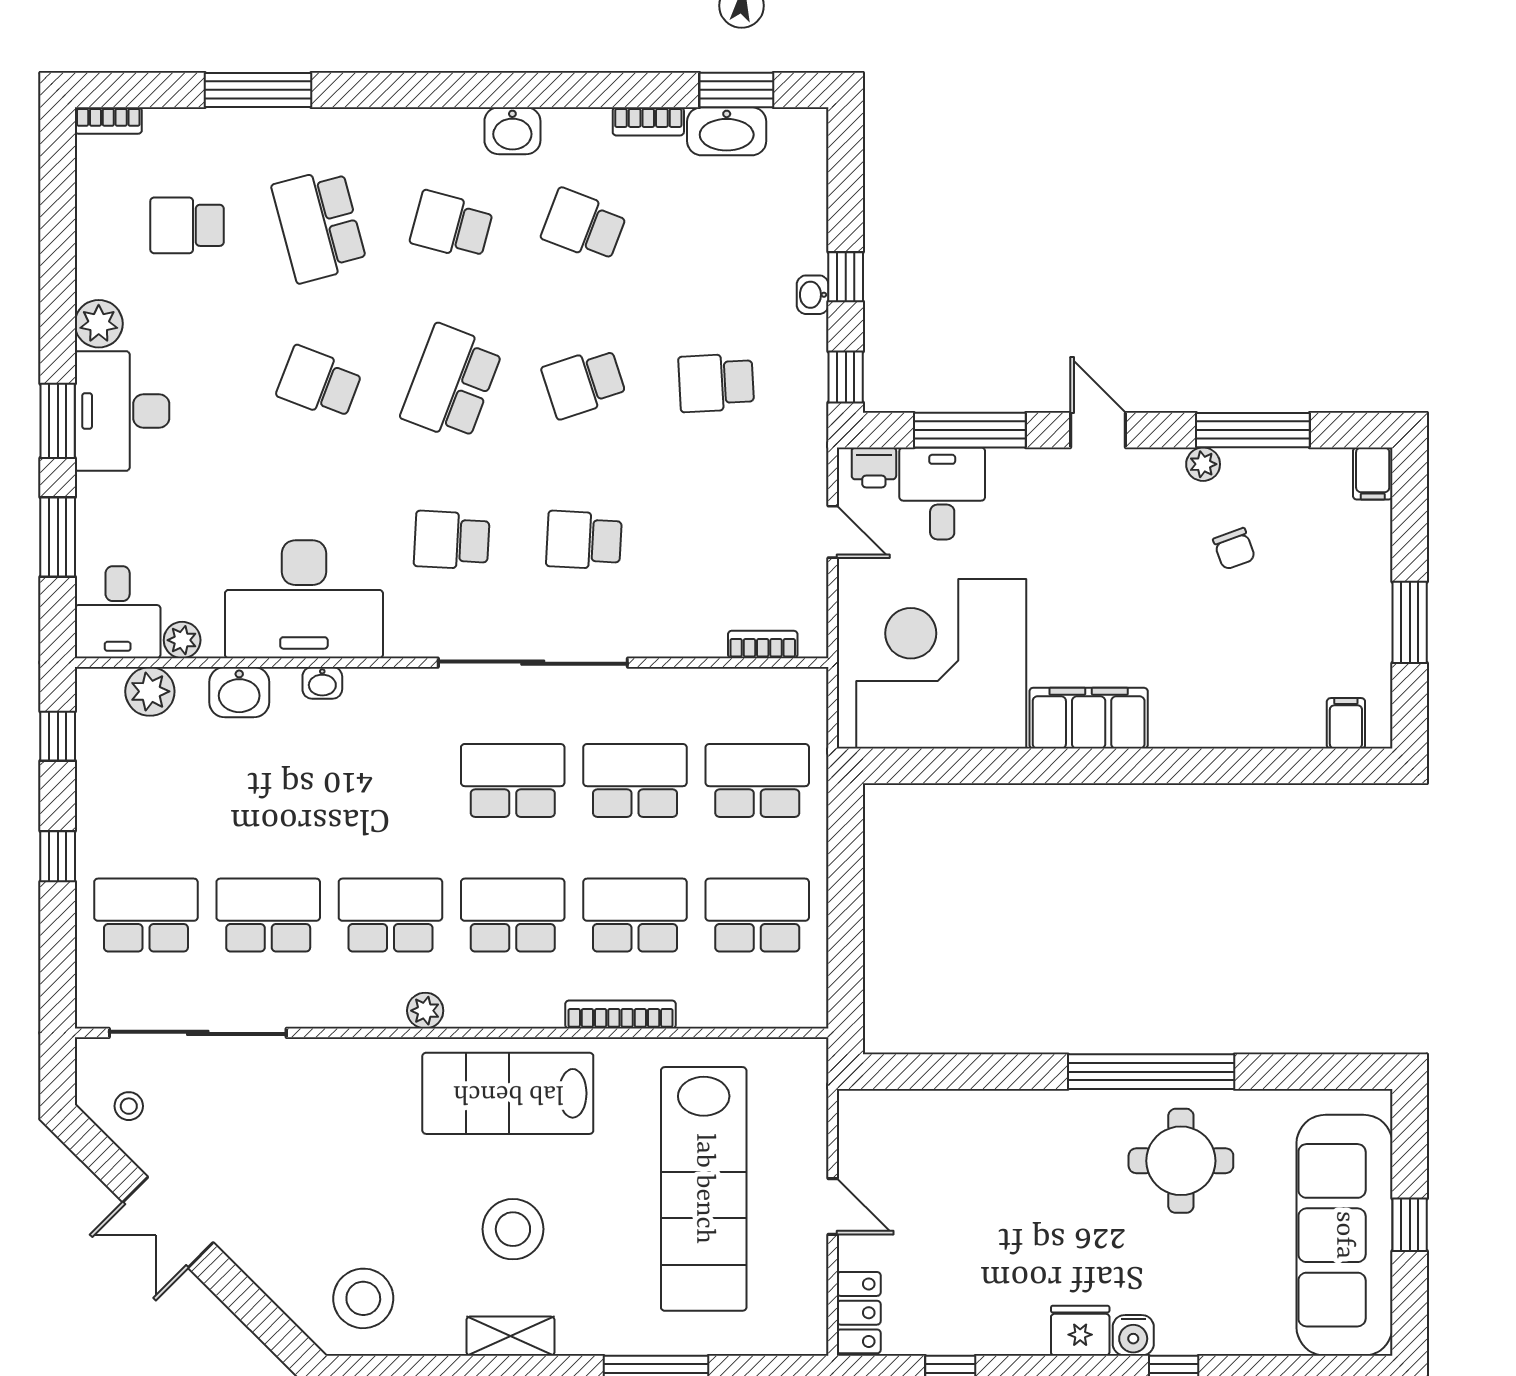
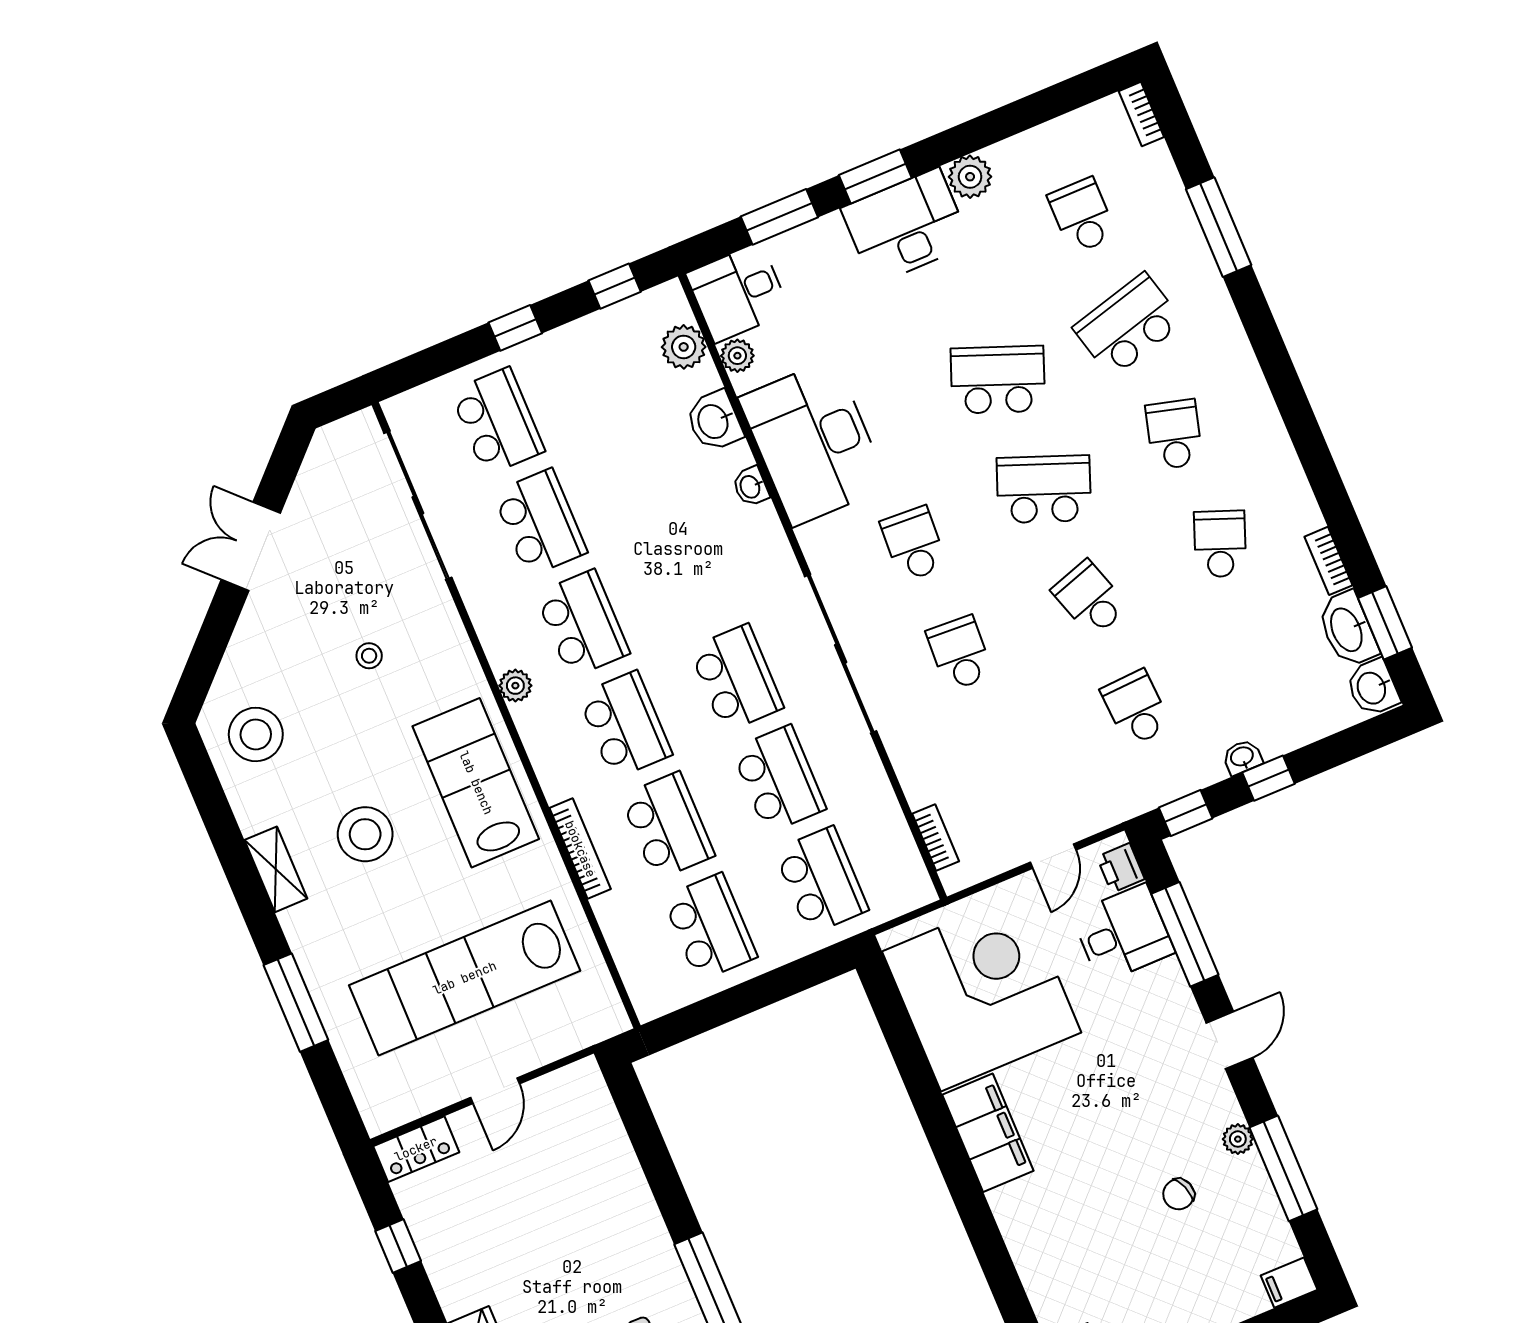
washbasin: (512, 131) -> (1373, 688), moved
school desk: (319, 383) -> (998, 380), width x1.85
stool: (129, 1106) -> (369, 656), moved

